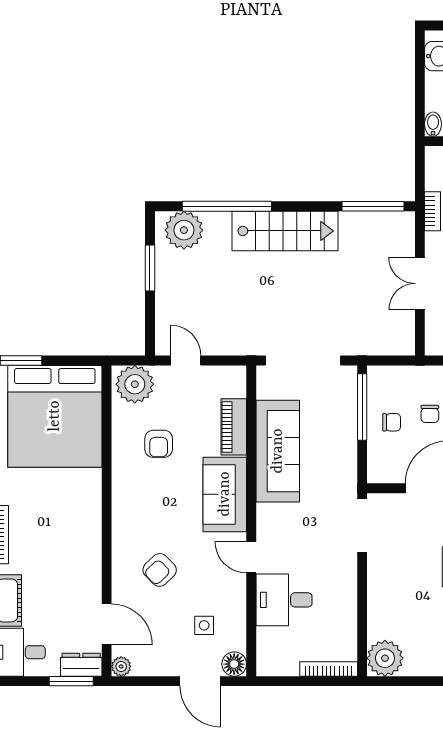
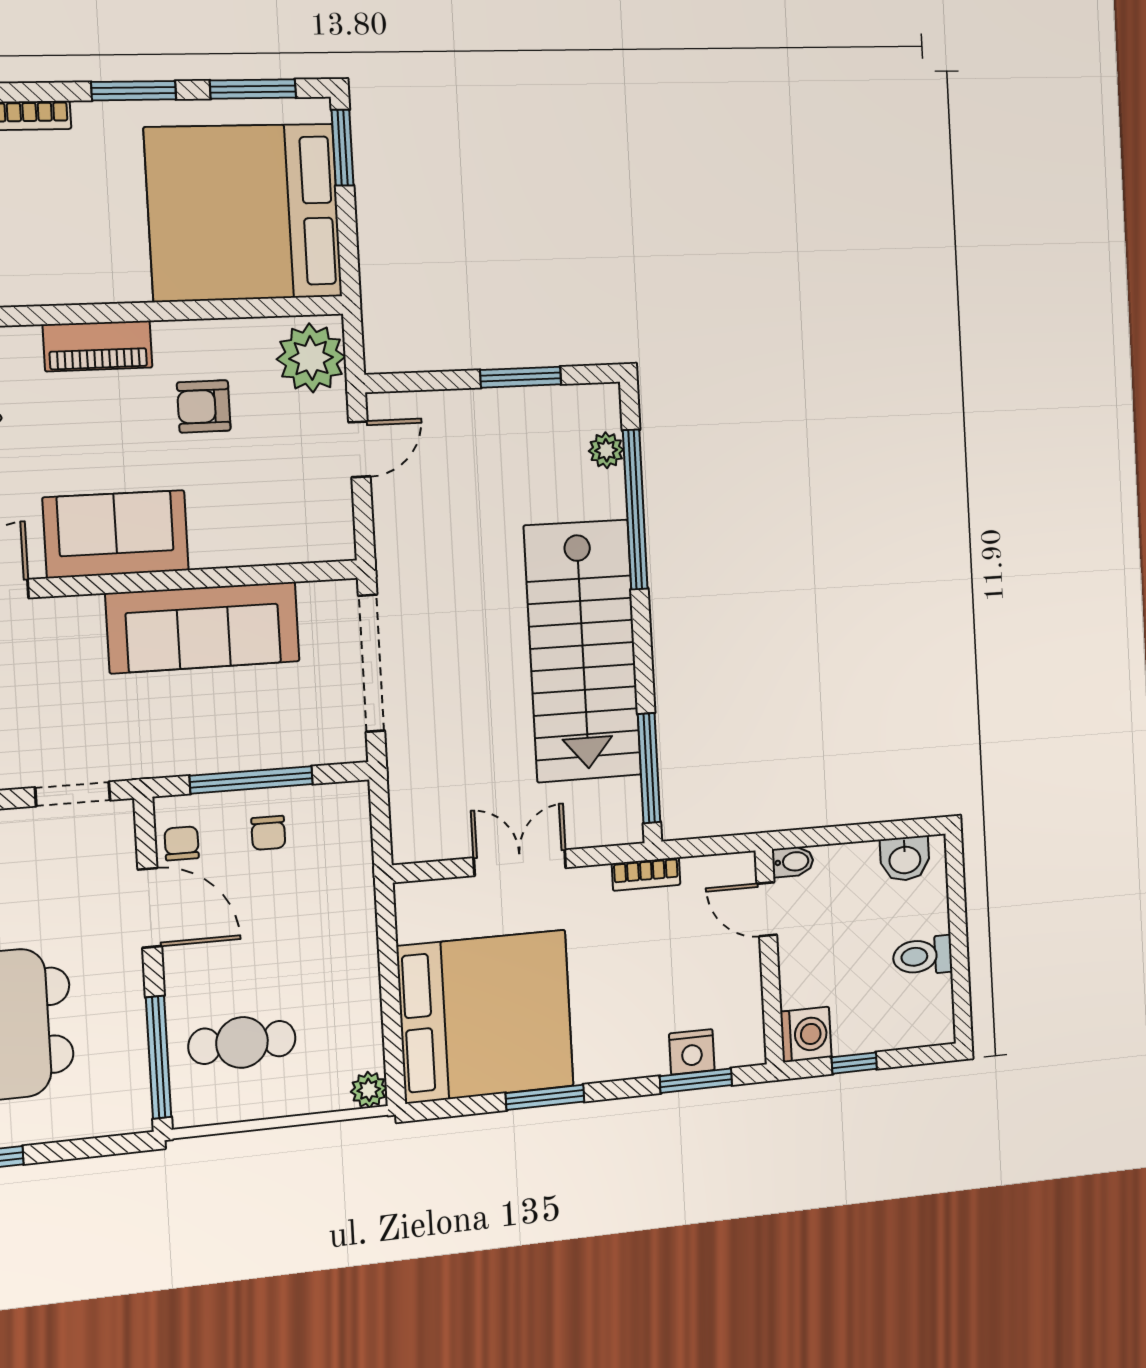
plant: (184, 230) -> (606, 450), width x0.53, depth x0.53
stairs: (285, 231) -> (583, 651), width x1.36, depth x1.51
window: (362, 407) -> (251, 780), moved
chair: (430, 414) -> (182, 843), moved, turned 90
piano: (234, 427) -> (98, 346), moved, turned 180
doorway: (362, 525) -> (73, 794), width x0.73

